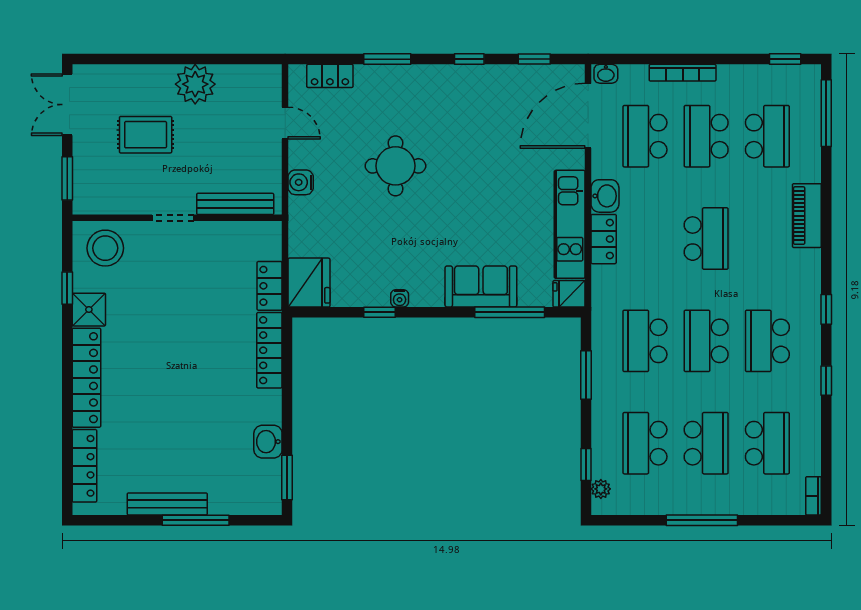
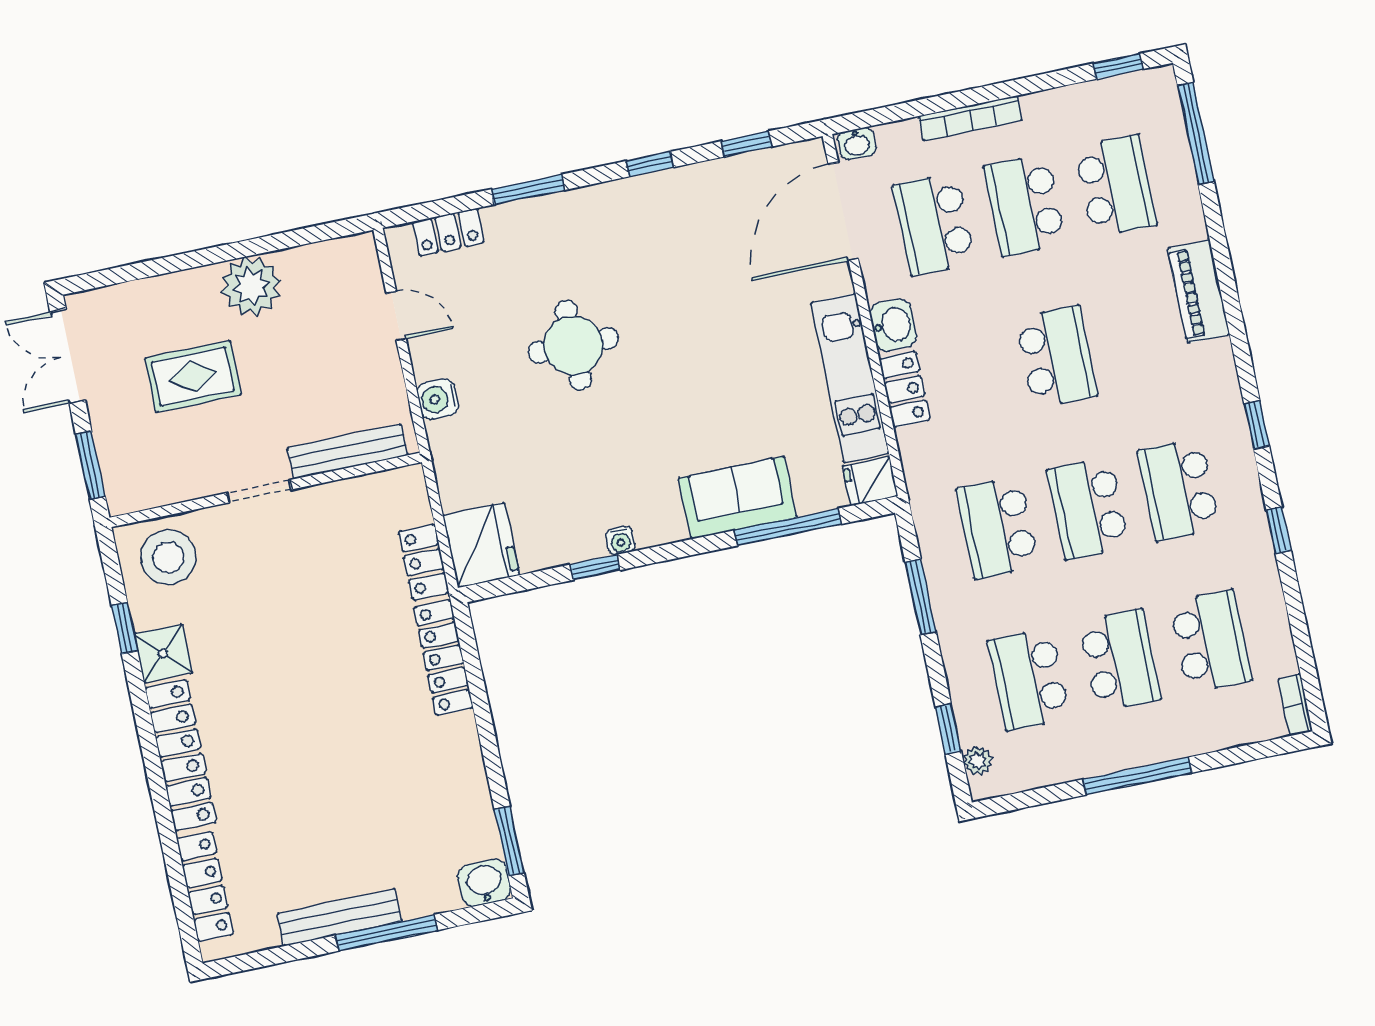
washbasin: (268, 442) -> (484, 883), moved, turned 90

